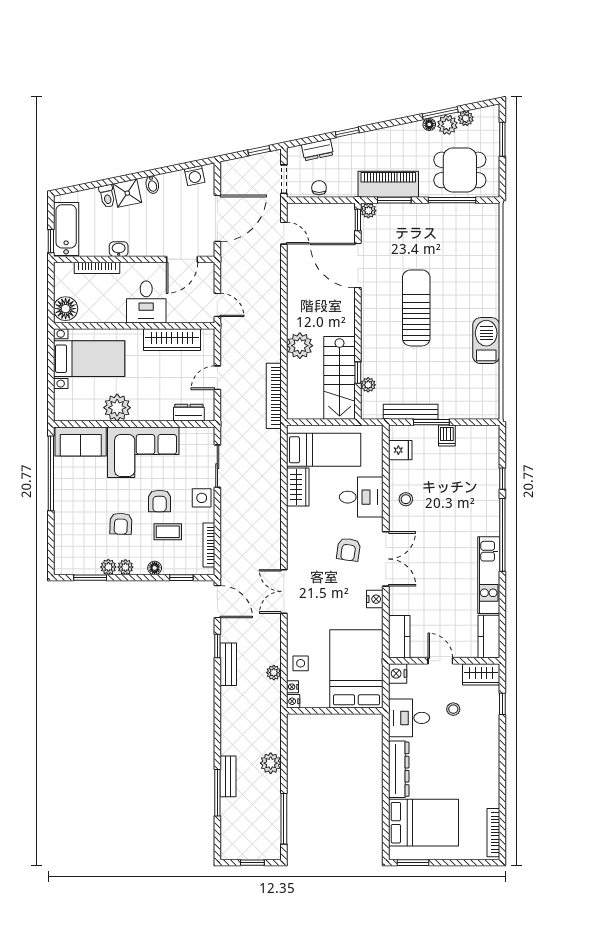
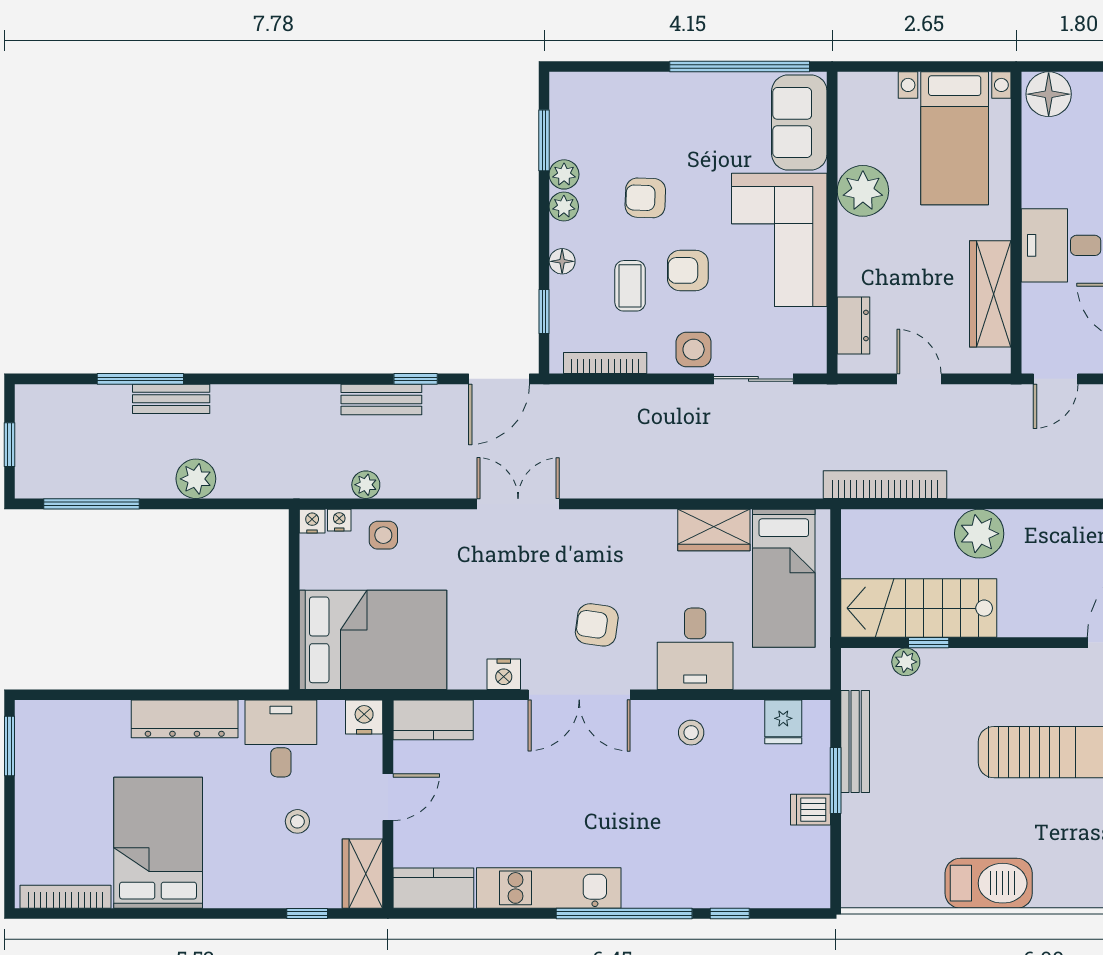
bed: (423, 823) -> (158, 843), moved, turned 180

